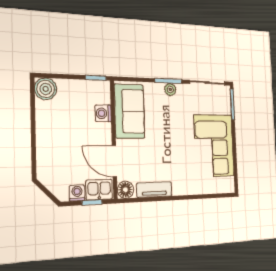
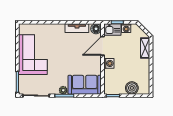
boiler: (46, 89) -> (132, 88), moved
sofa: (130, 111) -> (85, 85), moved, turned 90
washing machine: (103, 113) -> (109, 63), moved
shelving: (44, 159) -> (145, 48), added
door: (114, 161) -> (103, 46), swing flipped

